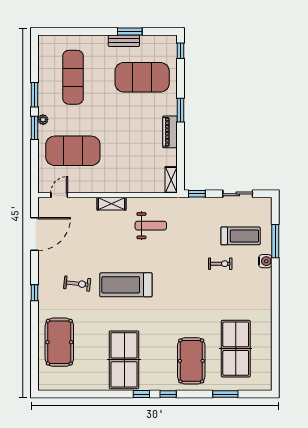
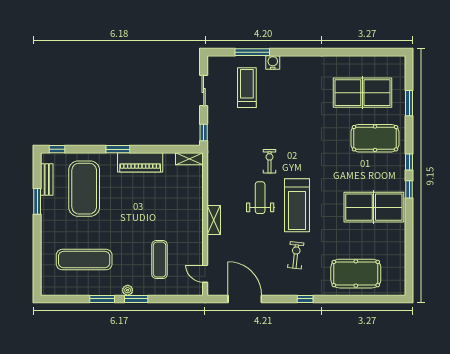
bench: (124, 41) -> (47, 180), moved
piano: (170, 132) -> (140, 162), width x1.37, depth x1.33
exercise mat: (73, 151) -> (160, 260), width x0.50, depth x0.69
weight bench: (151, 226) -> (260, 198), moved
exercise bike: (220, 264) -> (269, 161), moved

